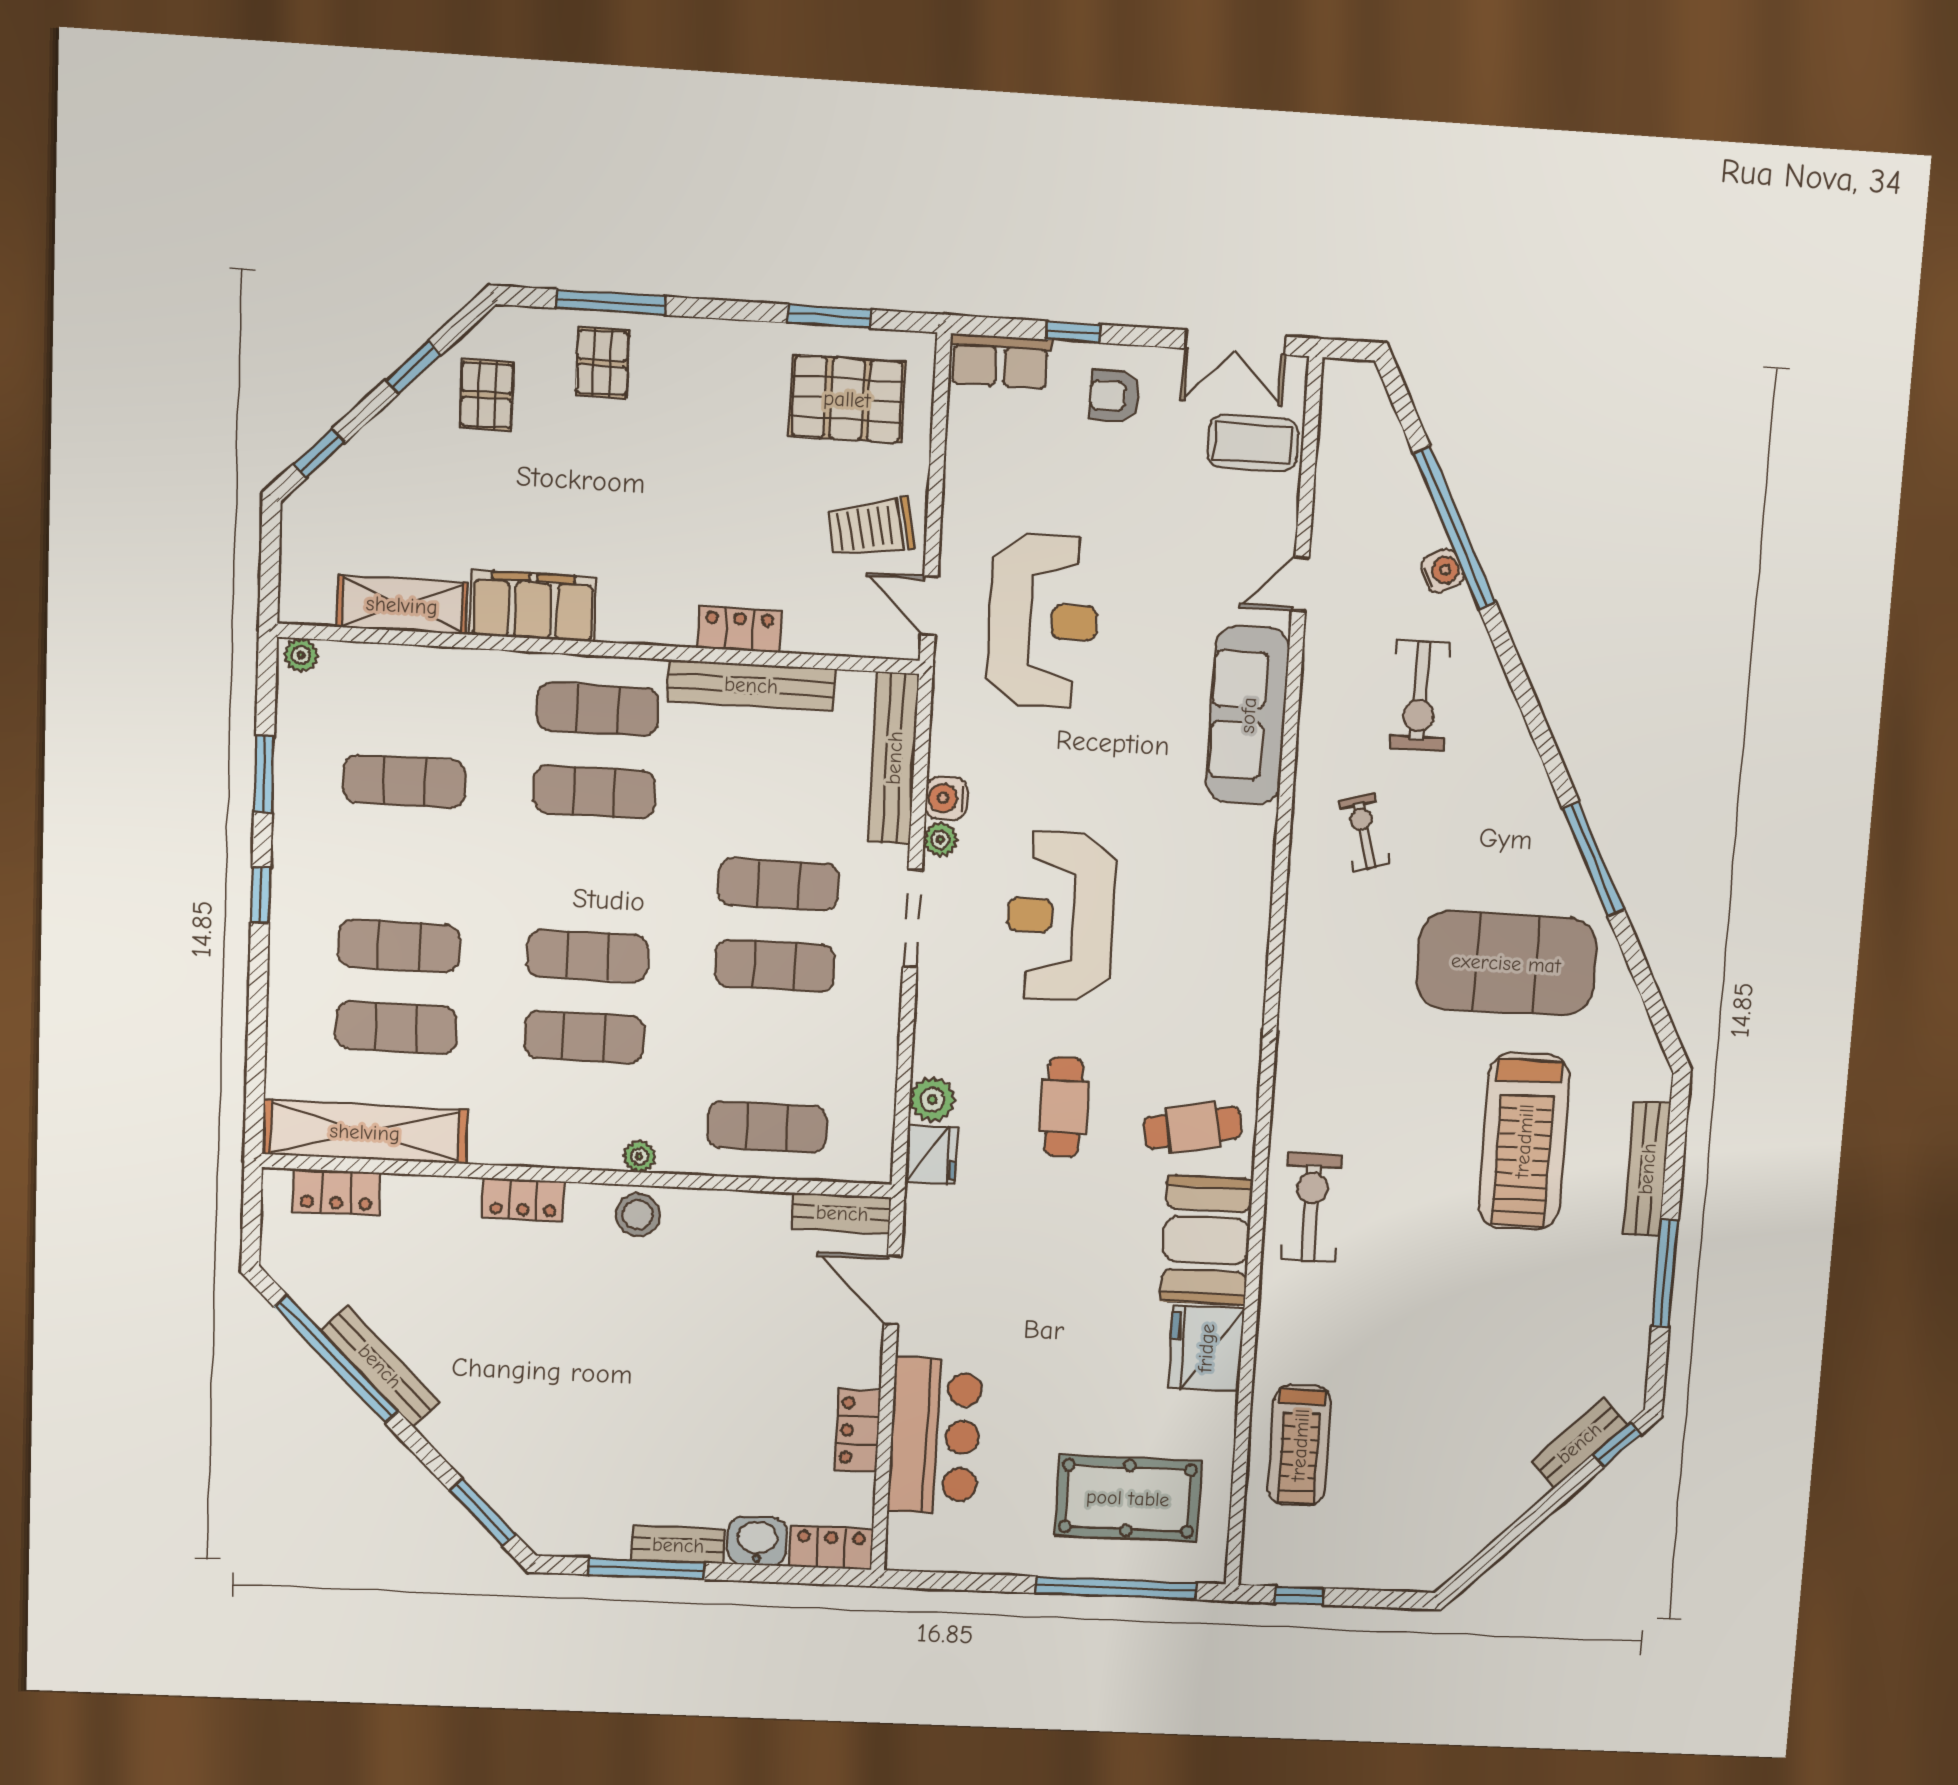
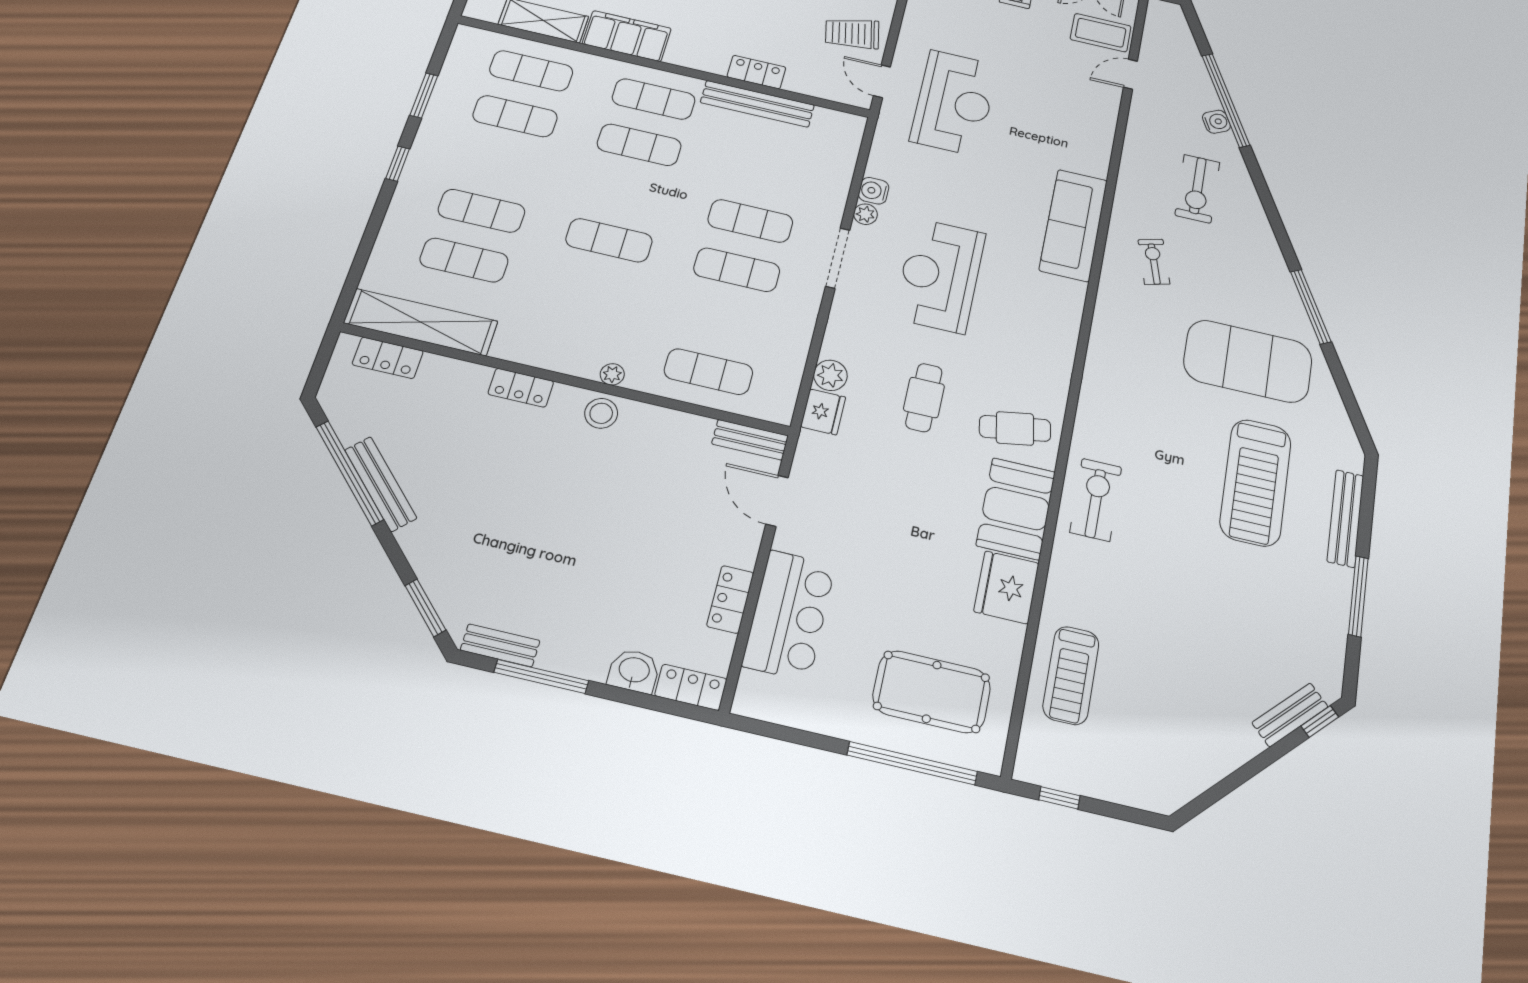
door: (1300, 584) -> (1130, 74), moved
plant: (301, 655) -> (470, 35), removed
sofa: (1248, 715) -> (1073, 225), moved
bench: (894, 758) -> (843, 161), removed
exercise mat: (584, 1037) -> (531, 71), moved
bench: (678, 1545) -> (500, 645), moved

